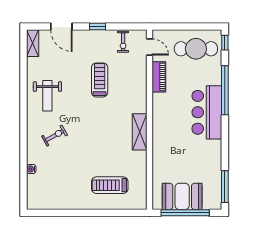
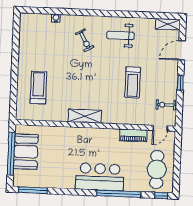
treadmill: (100, 80) -> (133, 82), turned 90

